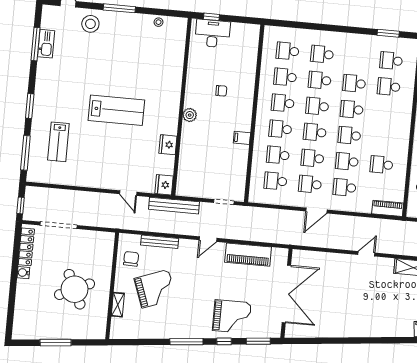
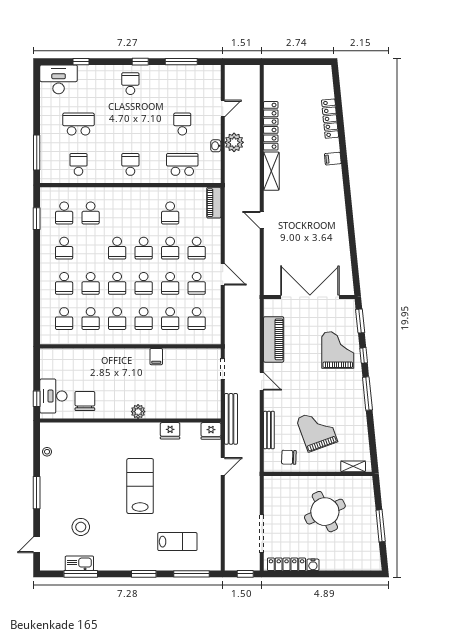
stool: (90, 24) -> (81, 527), moved
school desk: (354, 83) -> (64, 248), moved
chair: (221, 91) -> (85, 401), moved, width x1.87, depth x1.87
shelving: (118, 305) -> (353, 466), moved

